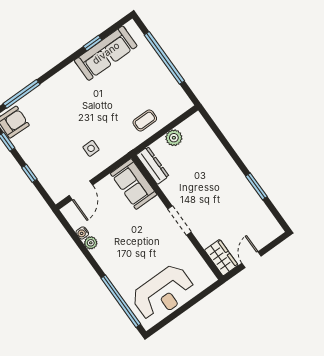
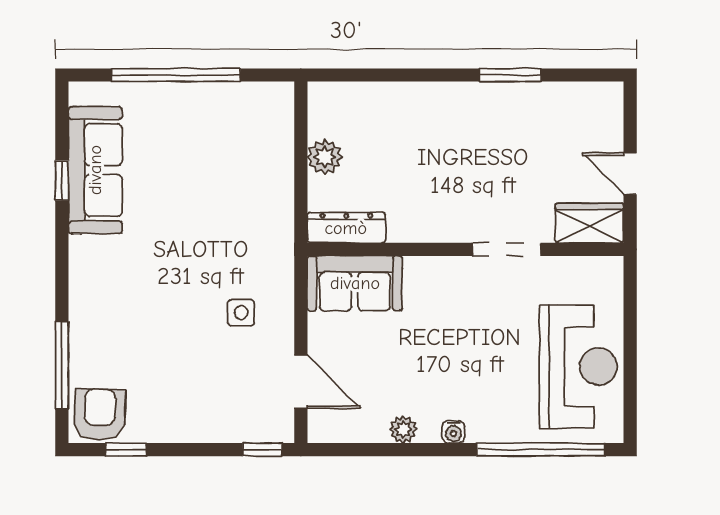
coffee table: (145, 120) -> (259, 186), removed
window: (29, 173) -> (262, 450), moved
doorway: (179, 220) -> (506, 249), moved
water cooler: (82, 233) -> (453, 432), moved

